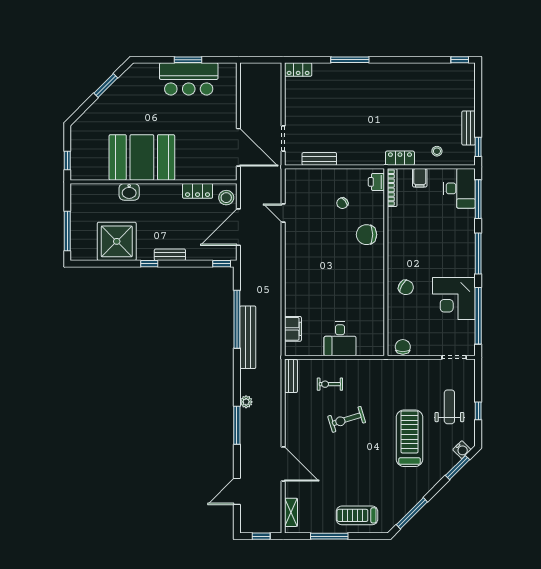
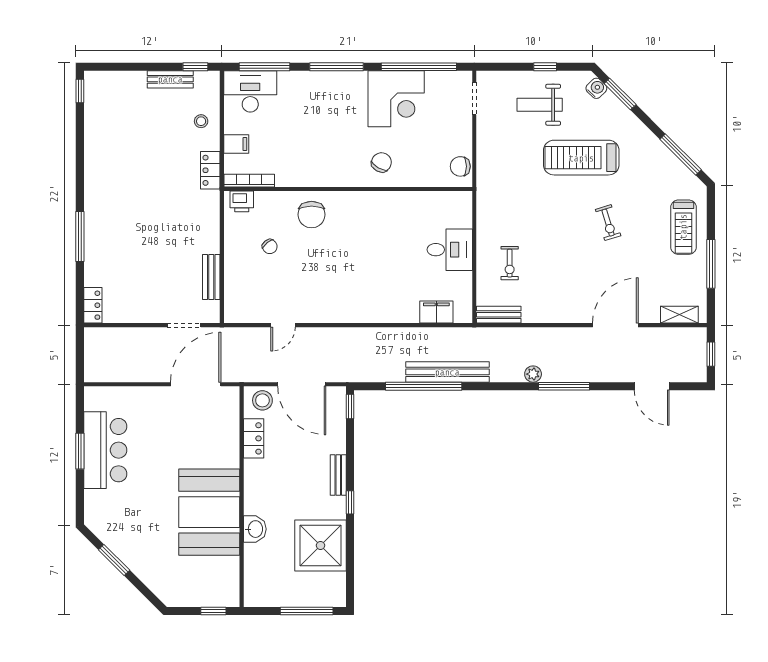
exercise bike: (347, 419) -> (608, 223), moved, width x0.73, depth x0.72

